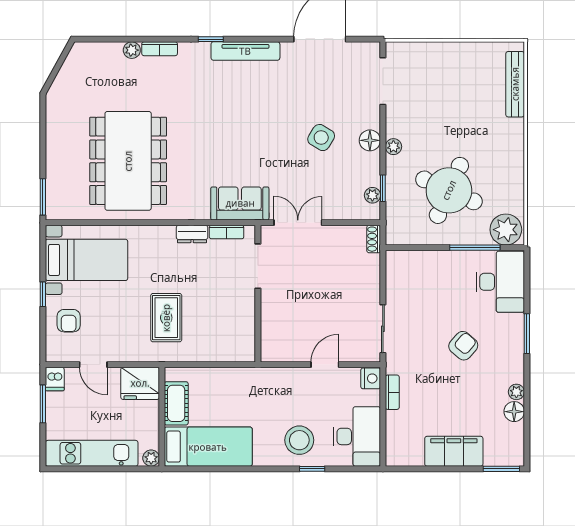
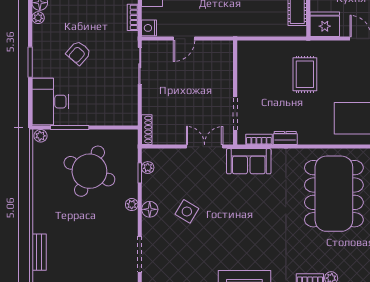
bench: (515, 84) -> (39, 252), width x0.73
double door: (298, 223) -> (205, 147), swing flipped
plant: (506, 230) -> (41, 136), width x0.53, depth x0.53
shoe rack: (374, 239) -> (147, 130), width x1.43

